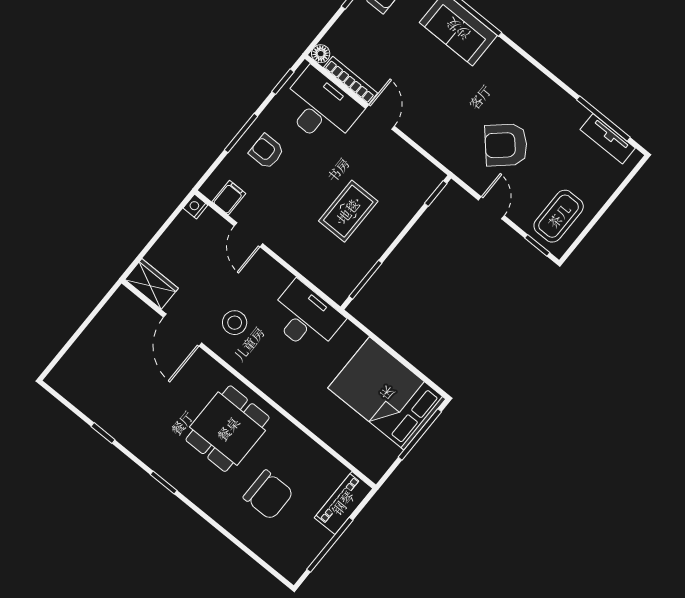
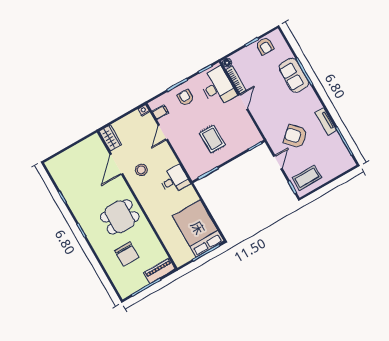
tv unit: (608, 139) -> (326, 121), moved
rug: (348, 211) -> (212, 139), turned 90
desk: (305, 318) -> (174, 180), width x0.73

